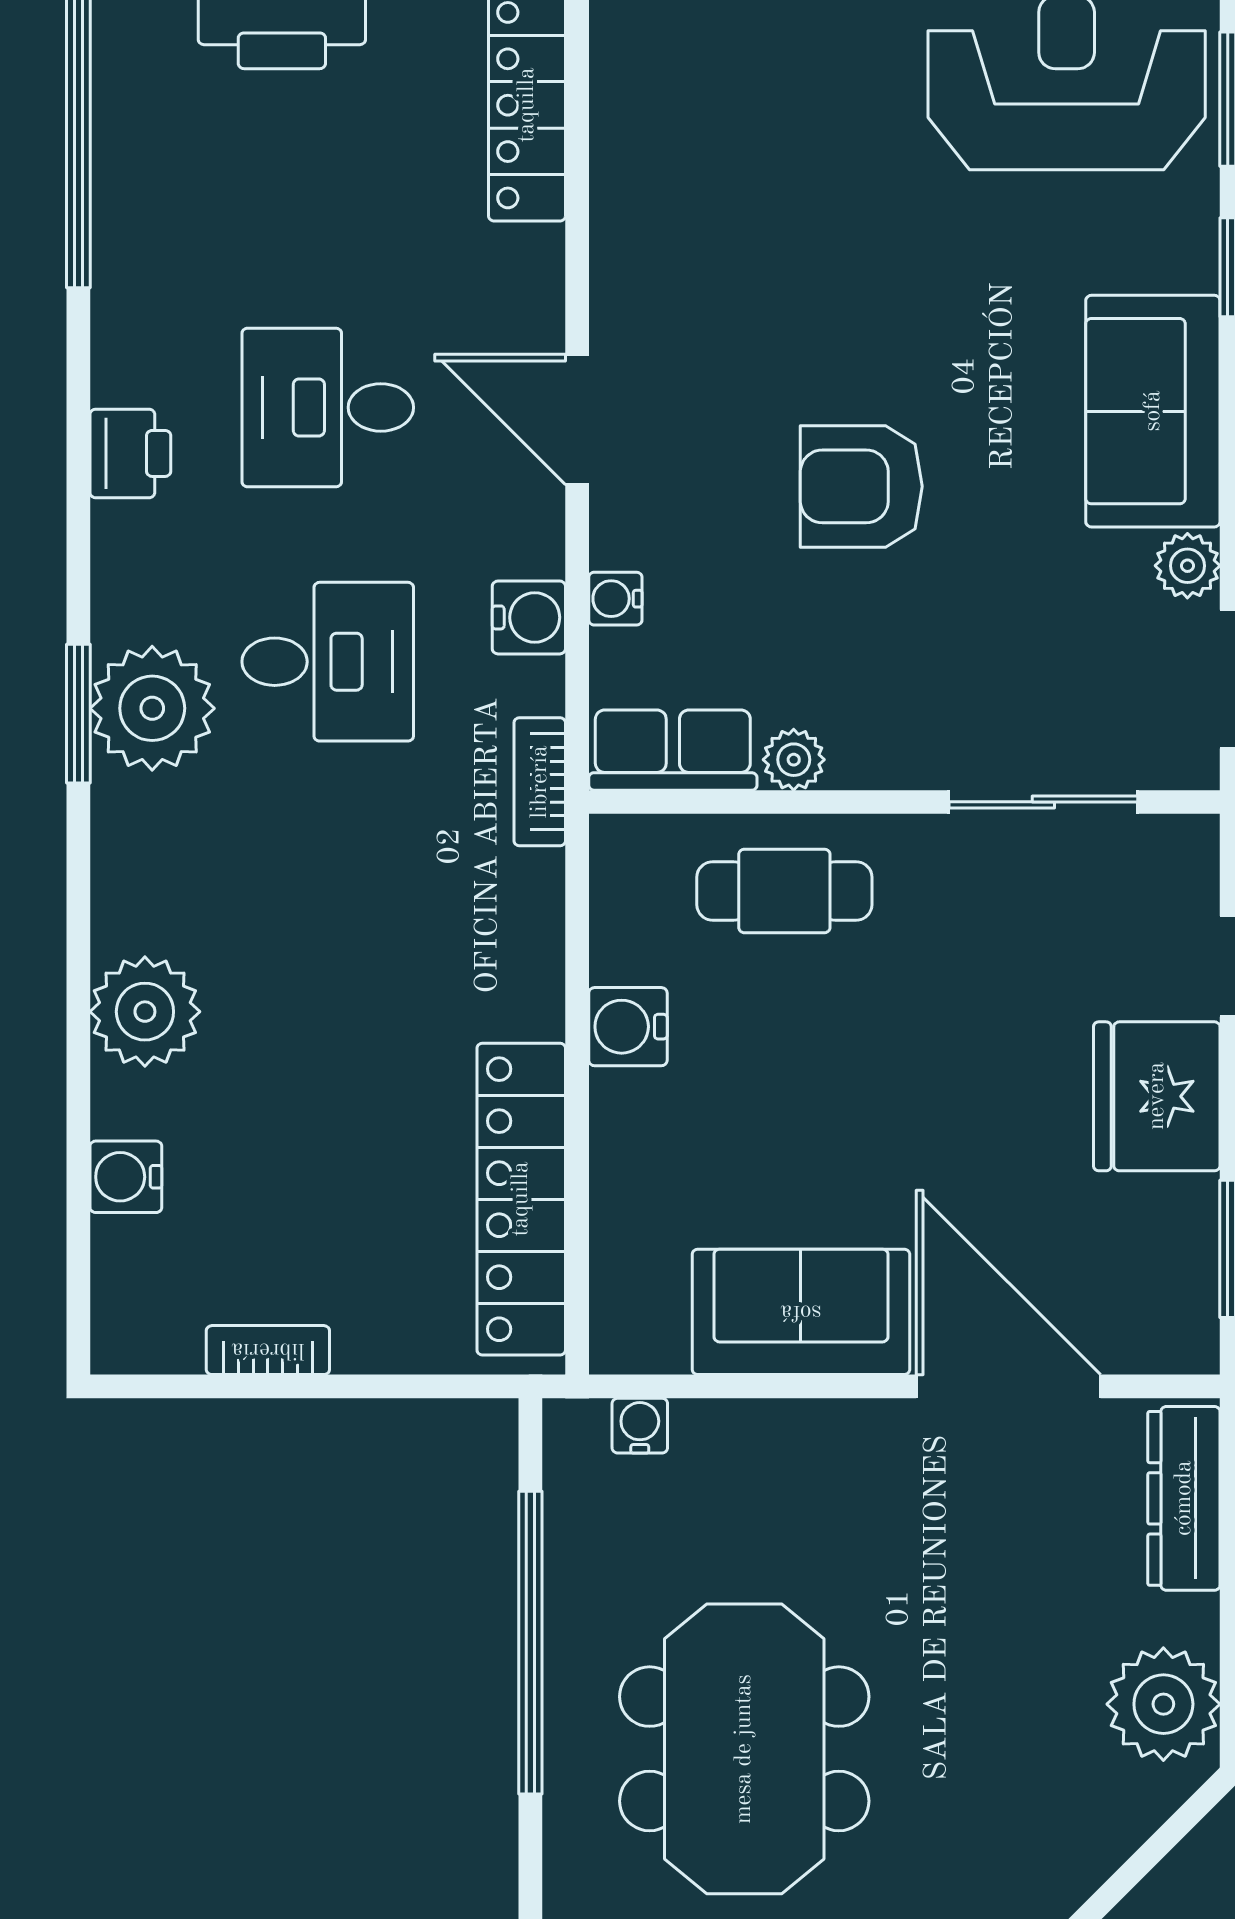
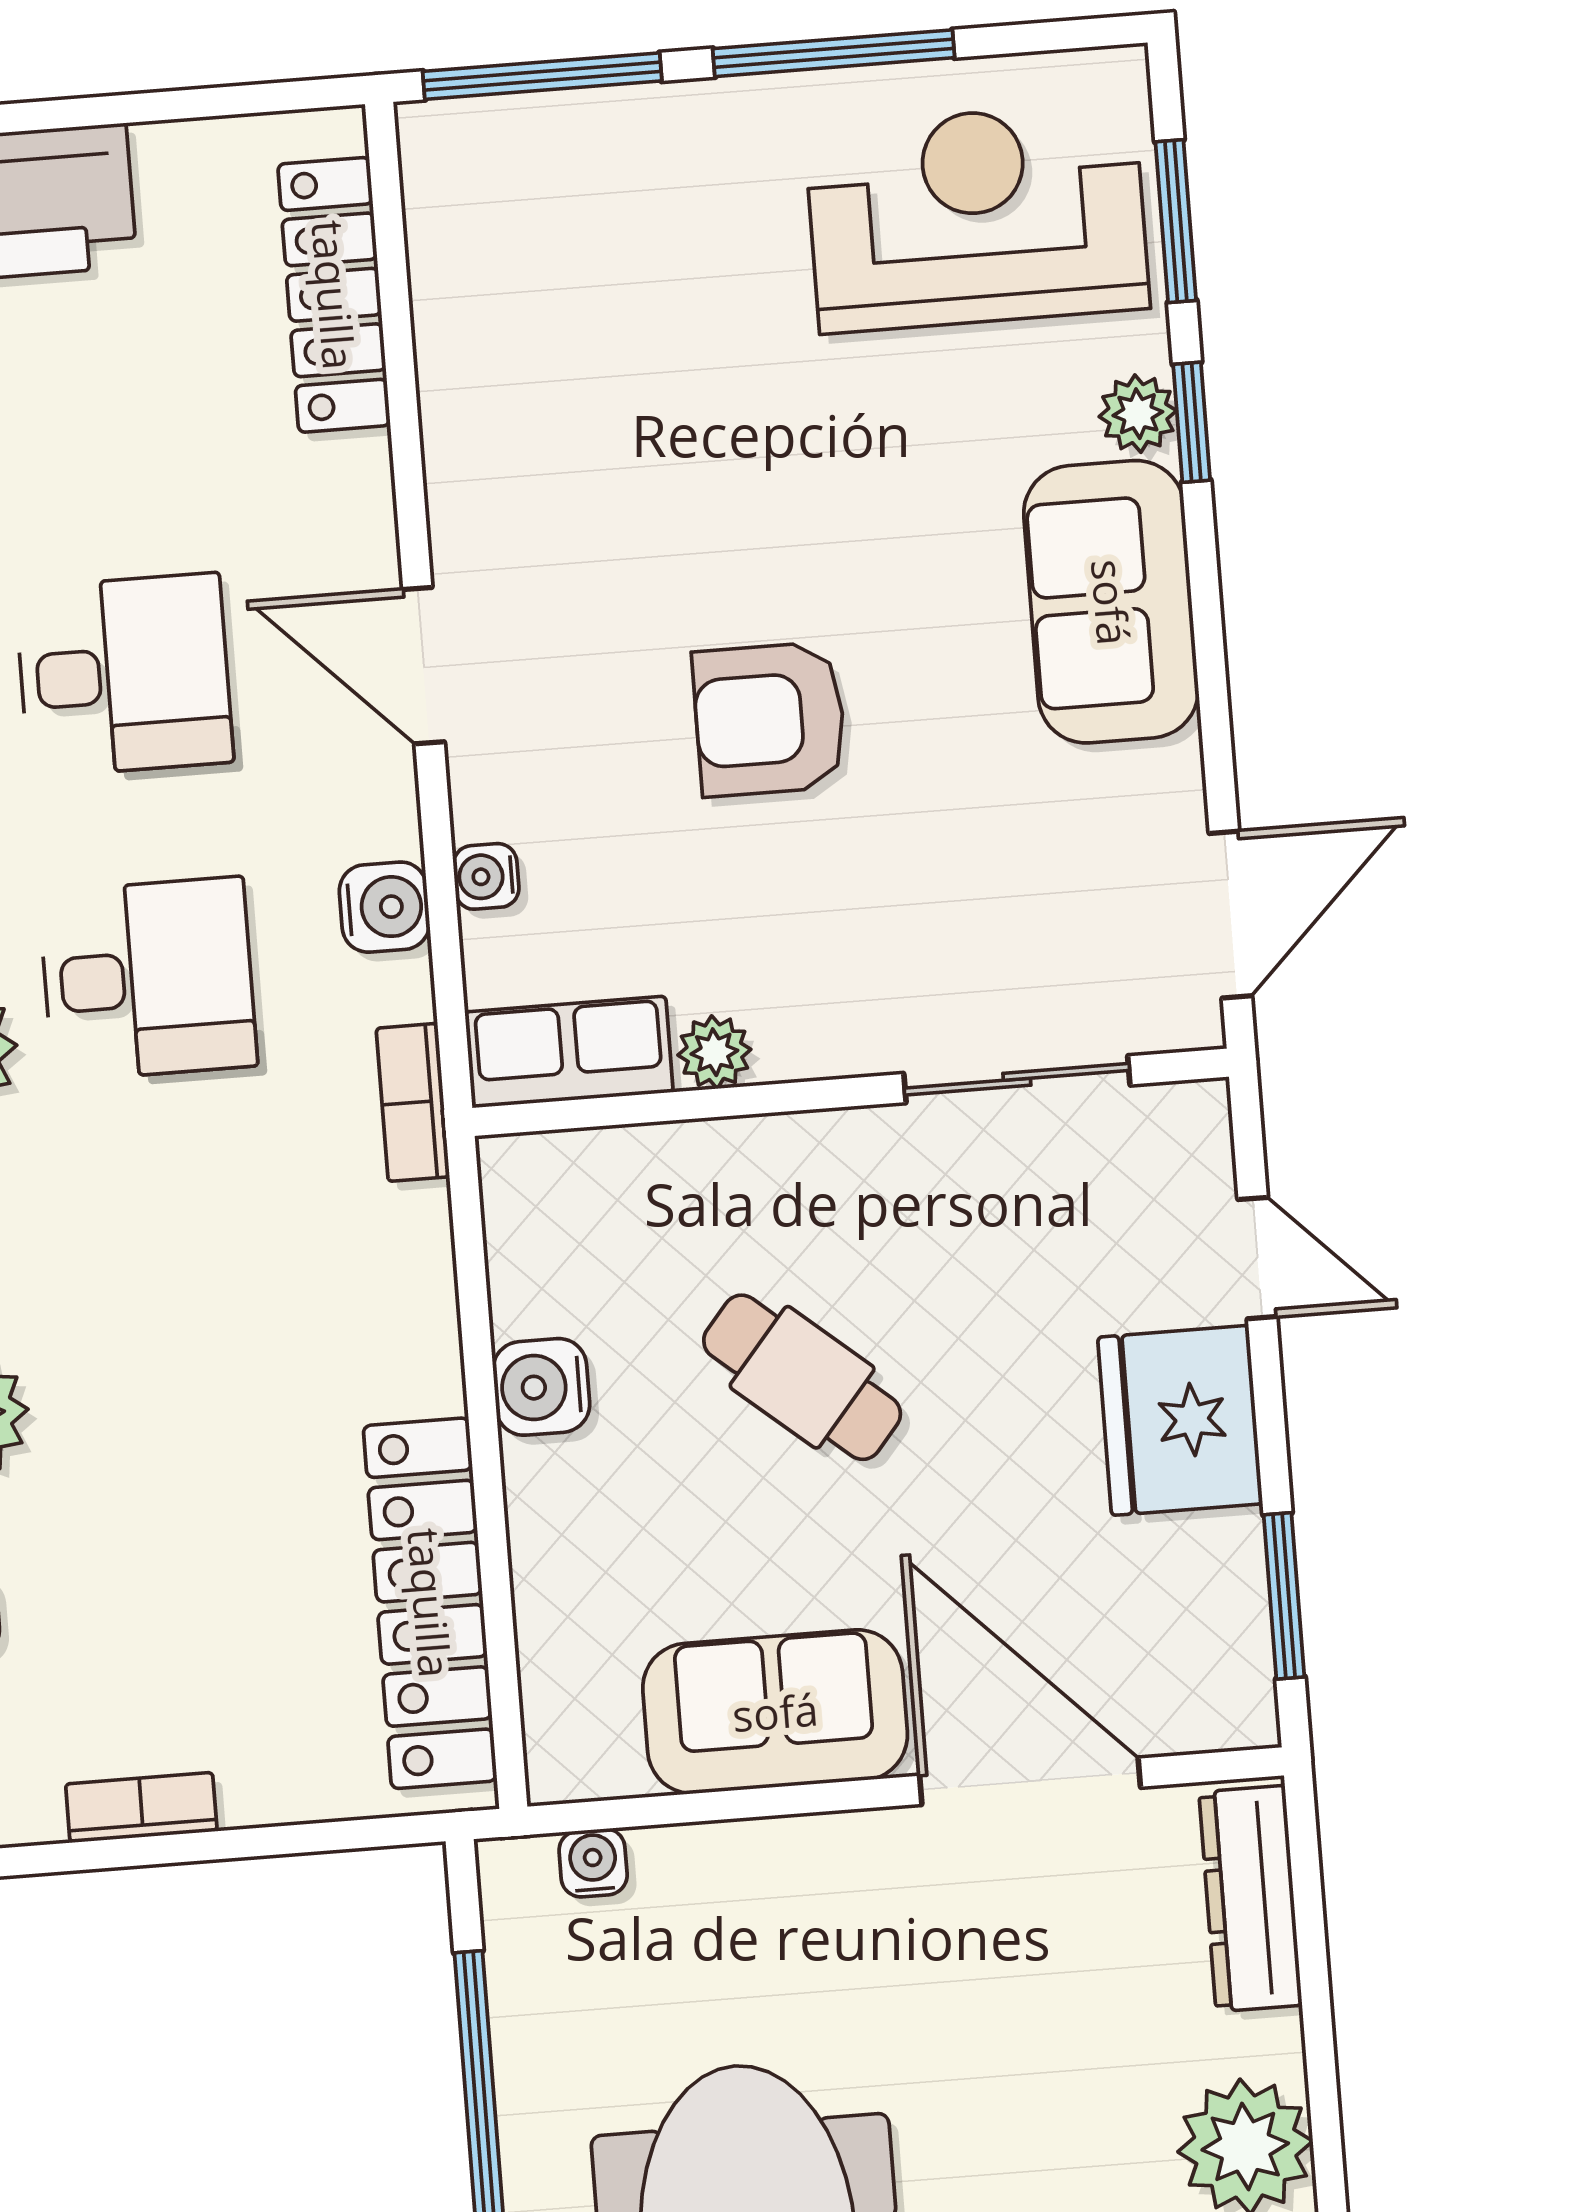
desk: (328, 407) -> (124, 675), turned 180
plant: (1187, 566) -> (1138, 414), moved
cafe table: (784, 891) -> (802, 1377), moved, turned 40

